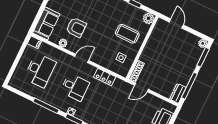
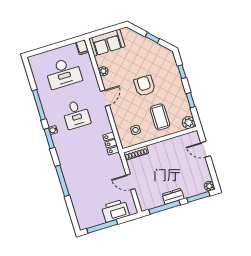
door: (176, 23) -> (206, 149), swing flipped
armchair: (76, 27) -> (144, 86), moved, turned 180
door: (82, 58) -> (105, 98), hinge flipped
locker: (105, 77) -> (111, 144), moved
door: (141, 87) -> (130, 182), moved
dresser: (178, 93) -> (173, 196), moved

